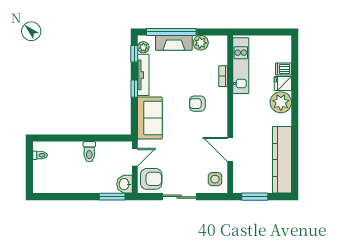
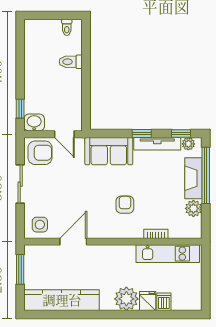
toilet: (89, 152) -> (71, 62), moved
armchair: (151, 179) -> (40, 153), turned -90
window: (112, 197) -> (20, 109), width x0.67

